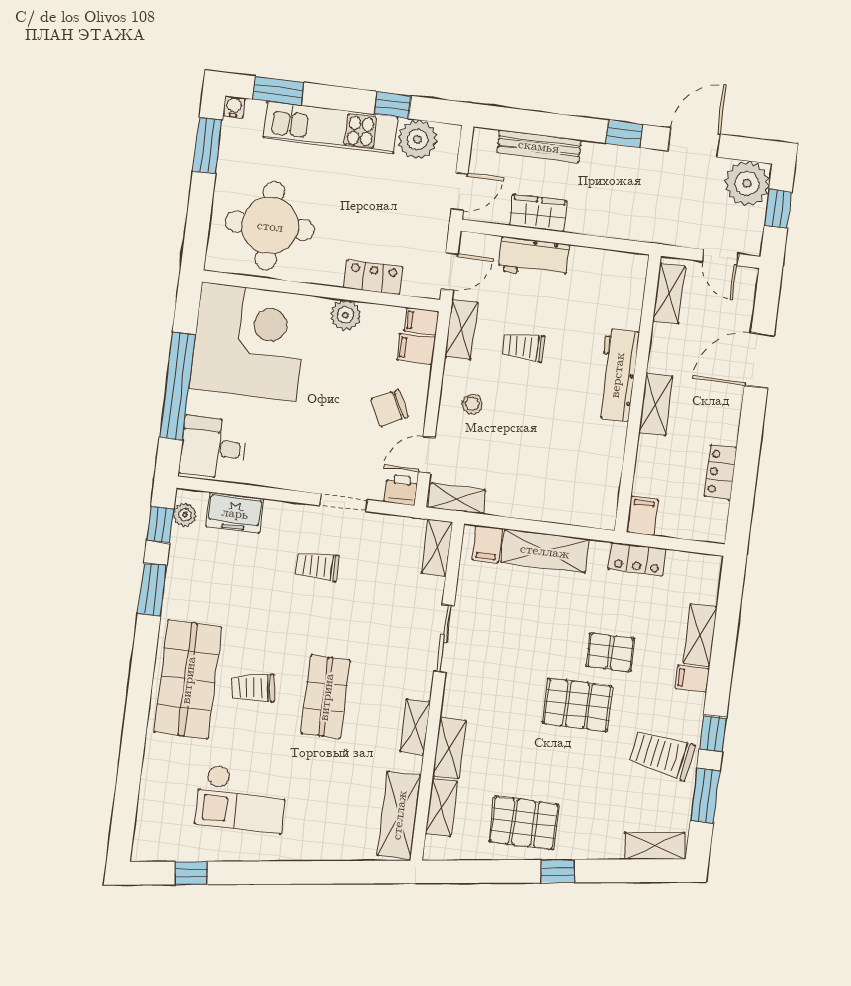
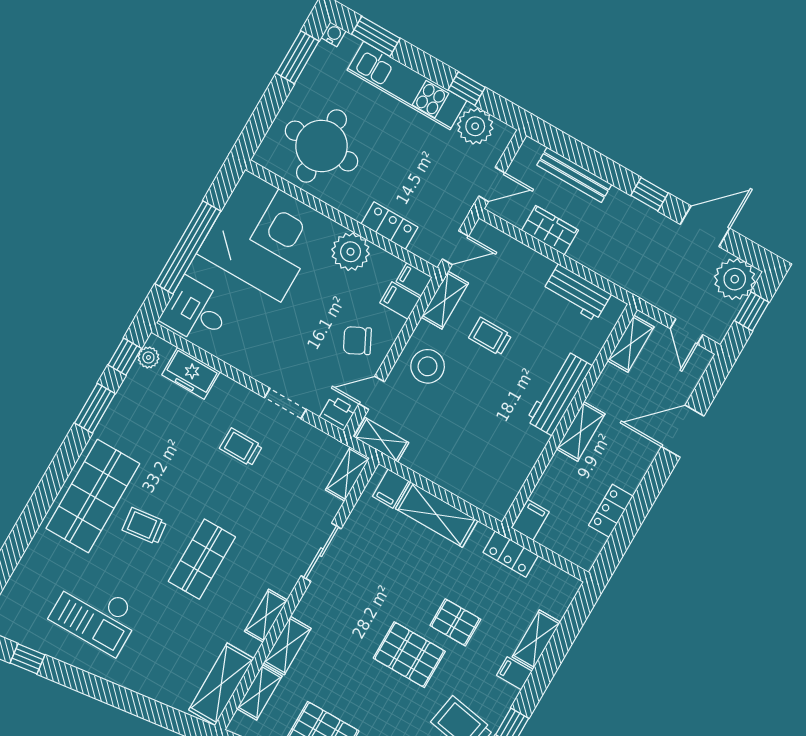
workbench: (534, 258) -> (577, 293), moved
plant: (345, 315) -> (351, 252), width x1.36, depth x1.36
stool: (472, 404) -> (428, 366), width x1.89, depth x1.89

